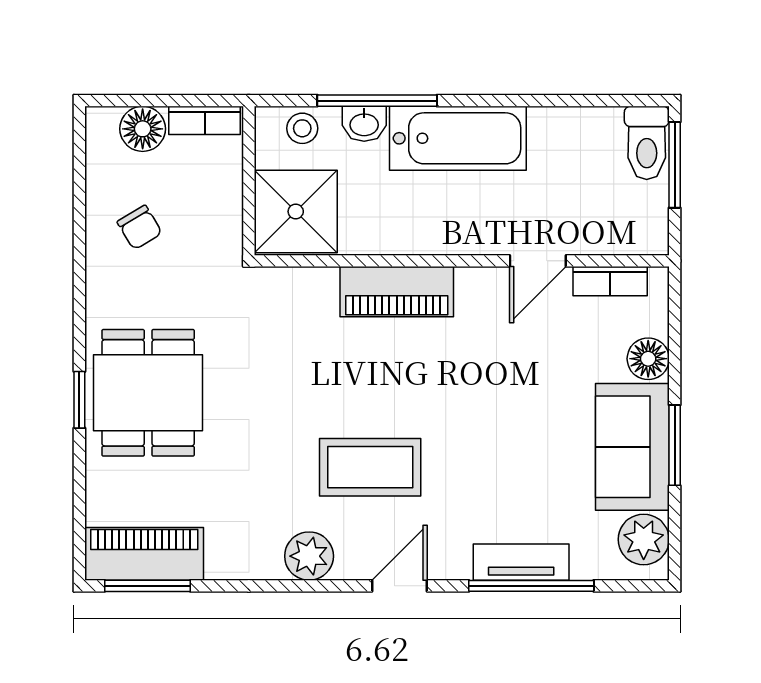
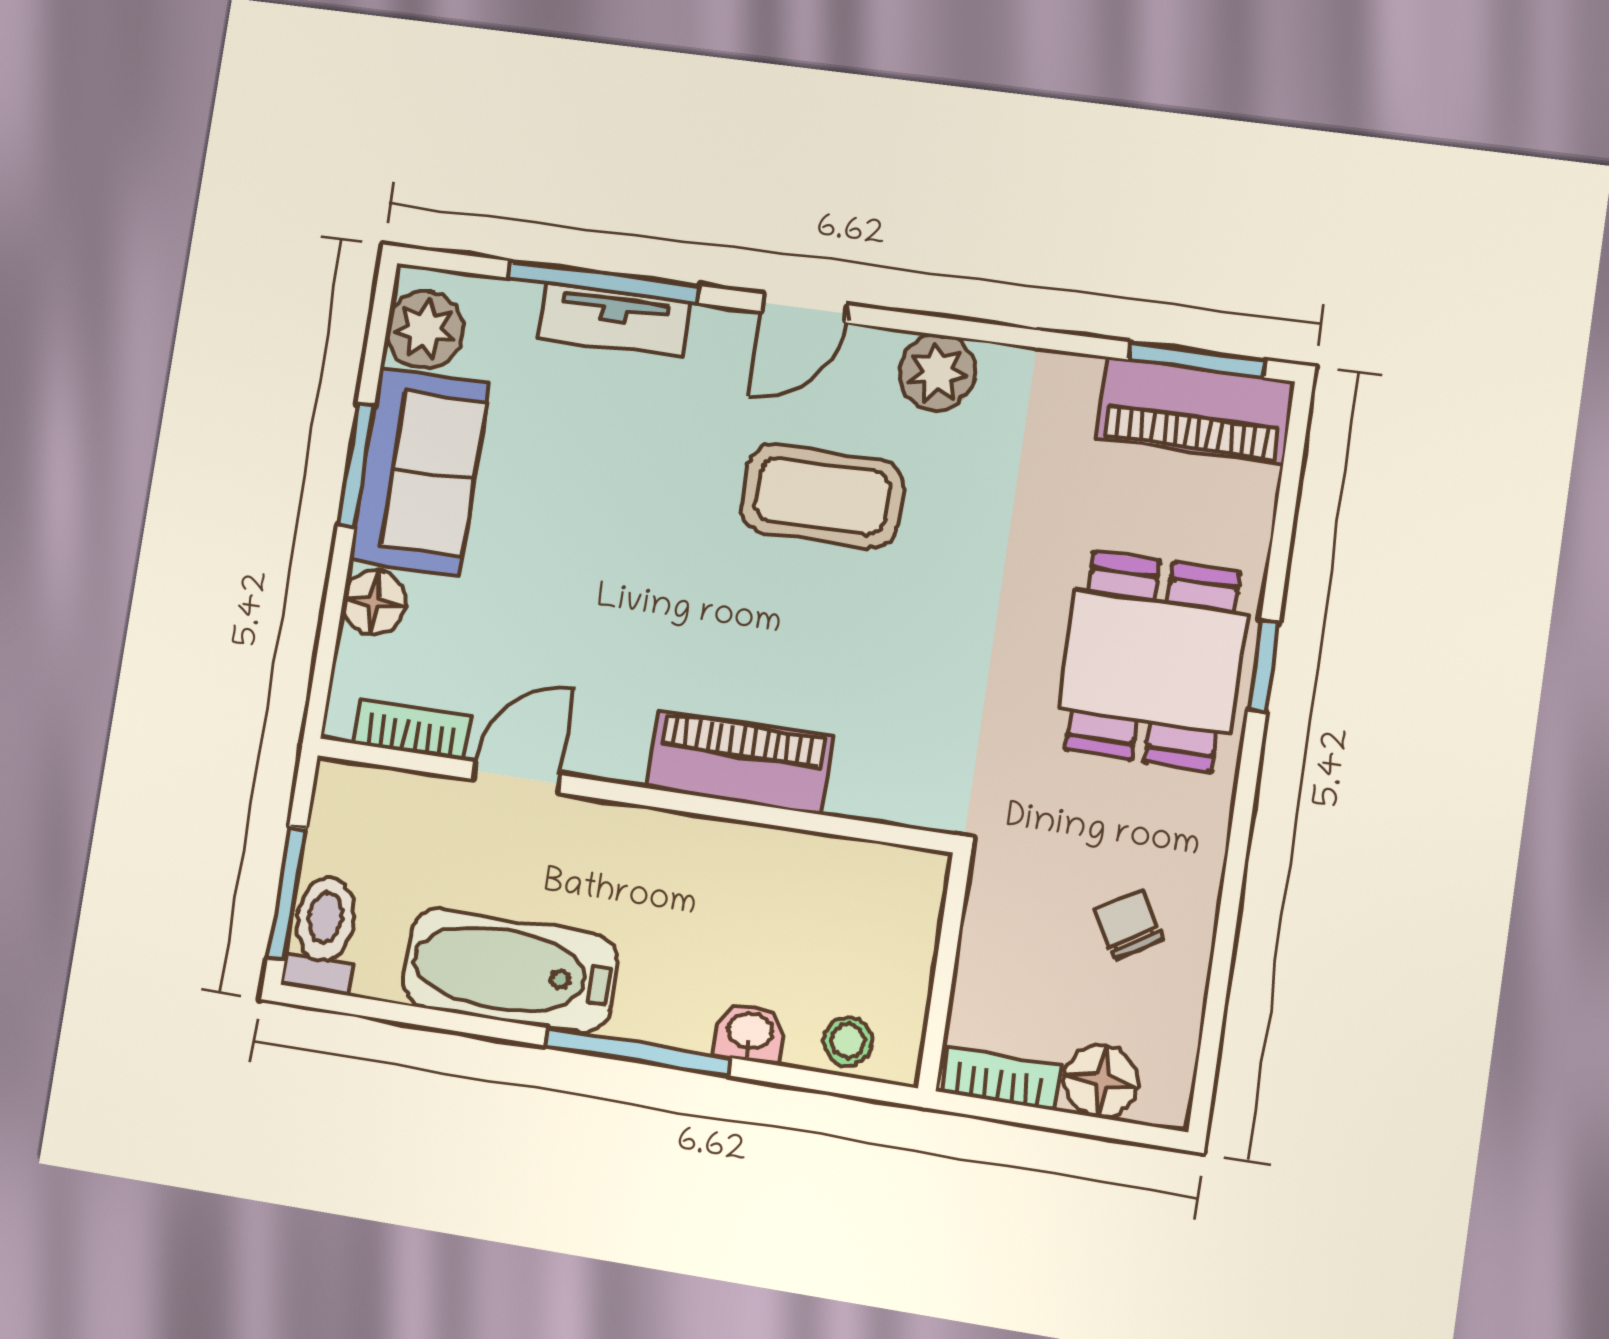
window: (377, 101) -> (638, 1052), moved
bathtub: (458, 138) -> (510, 971), moved
shower: (296, 212) -> (878, 911), removed

